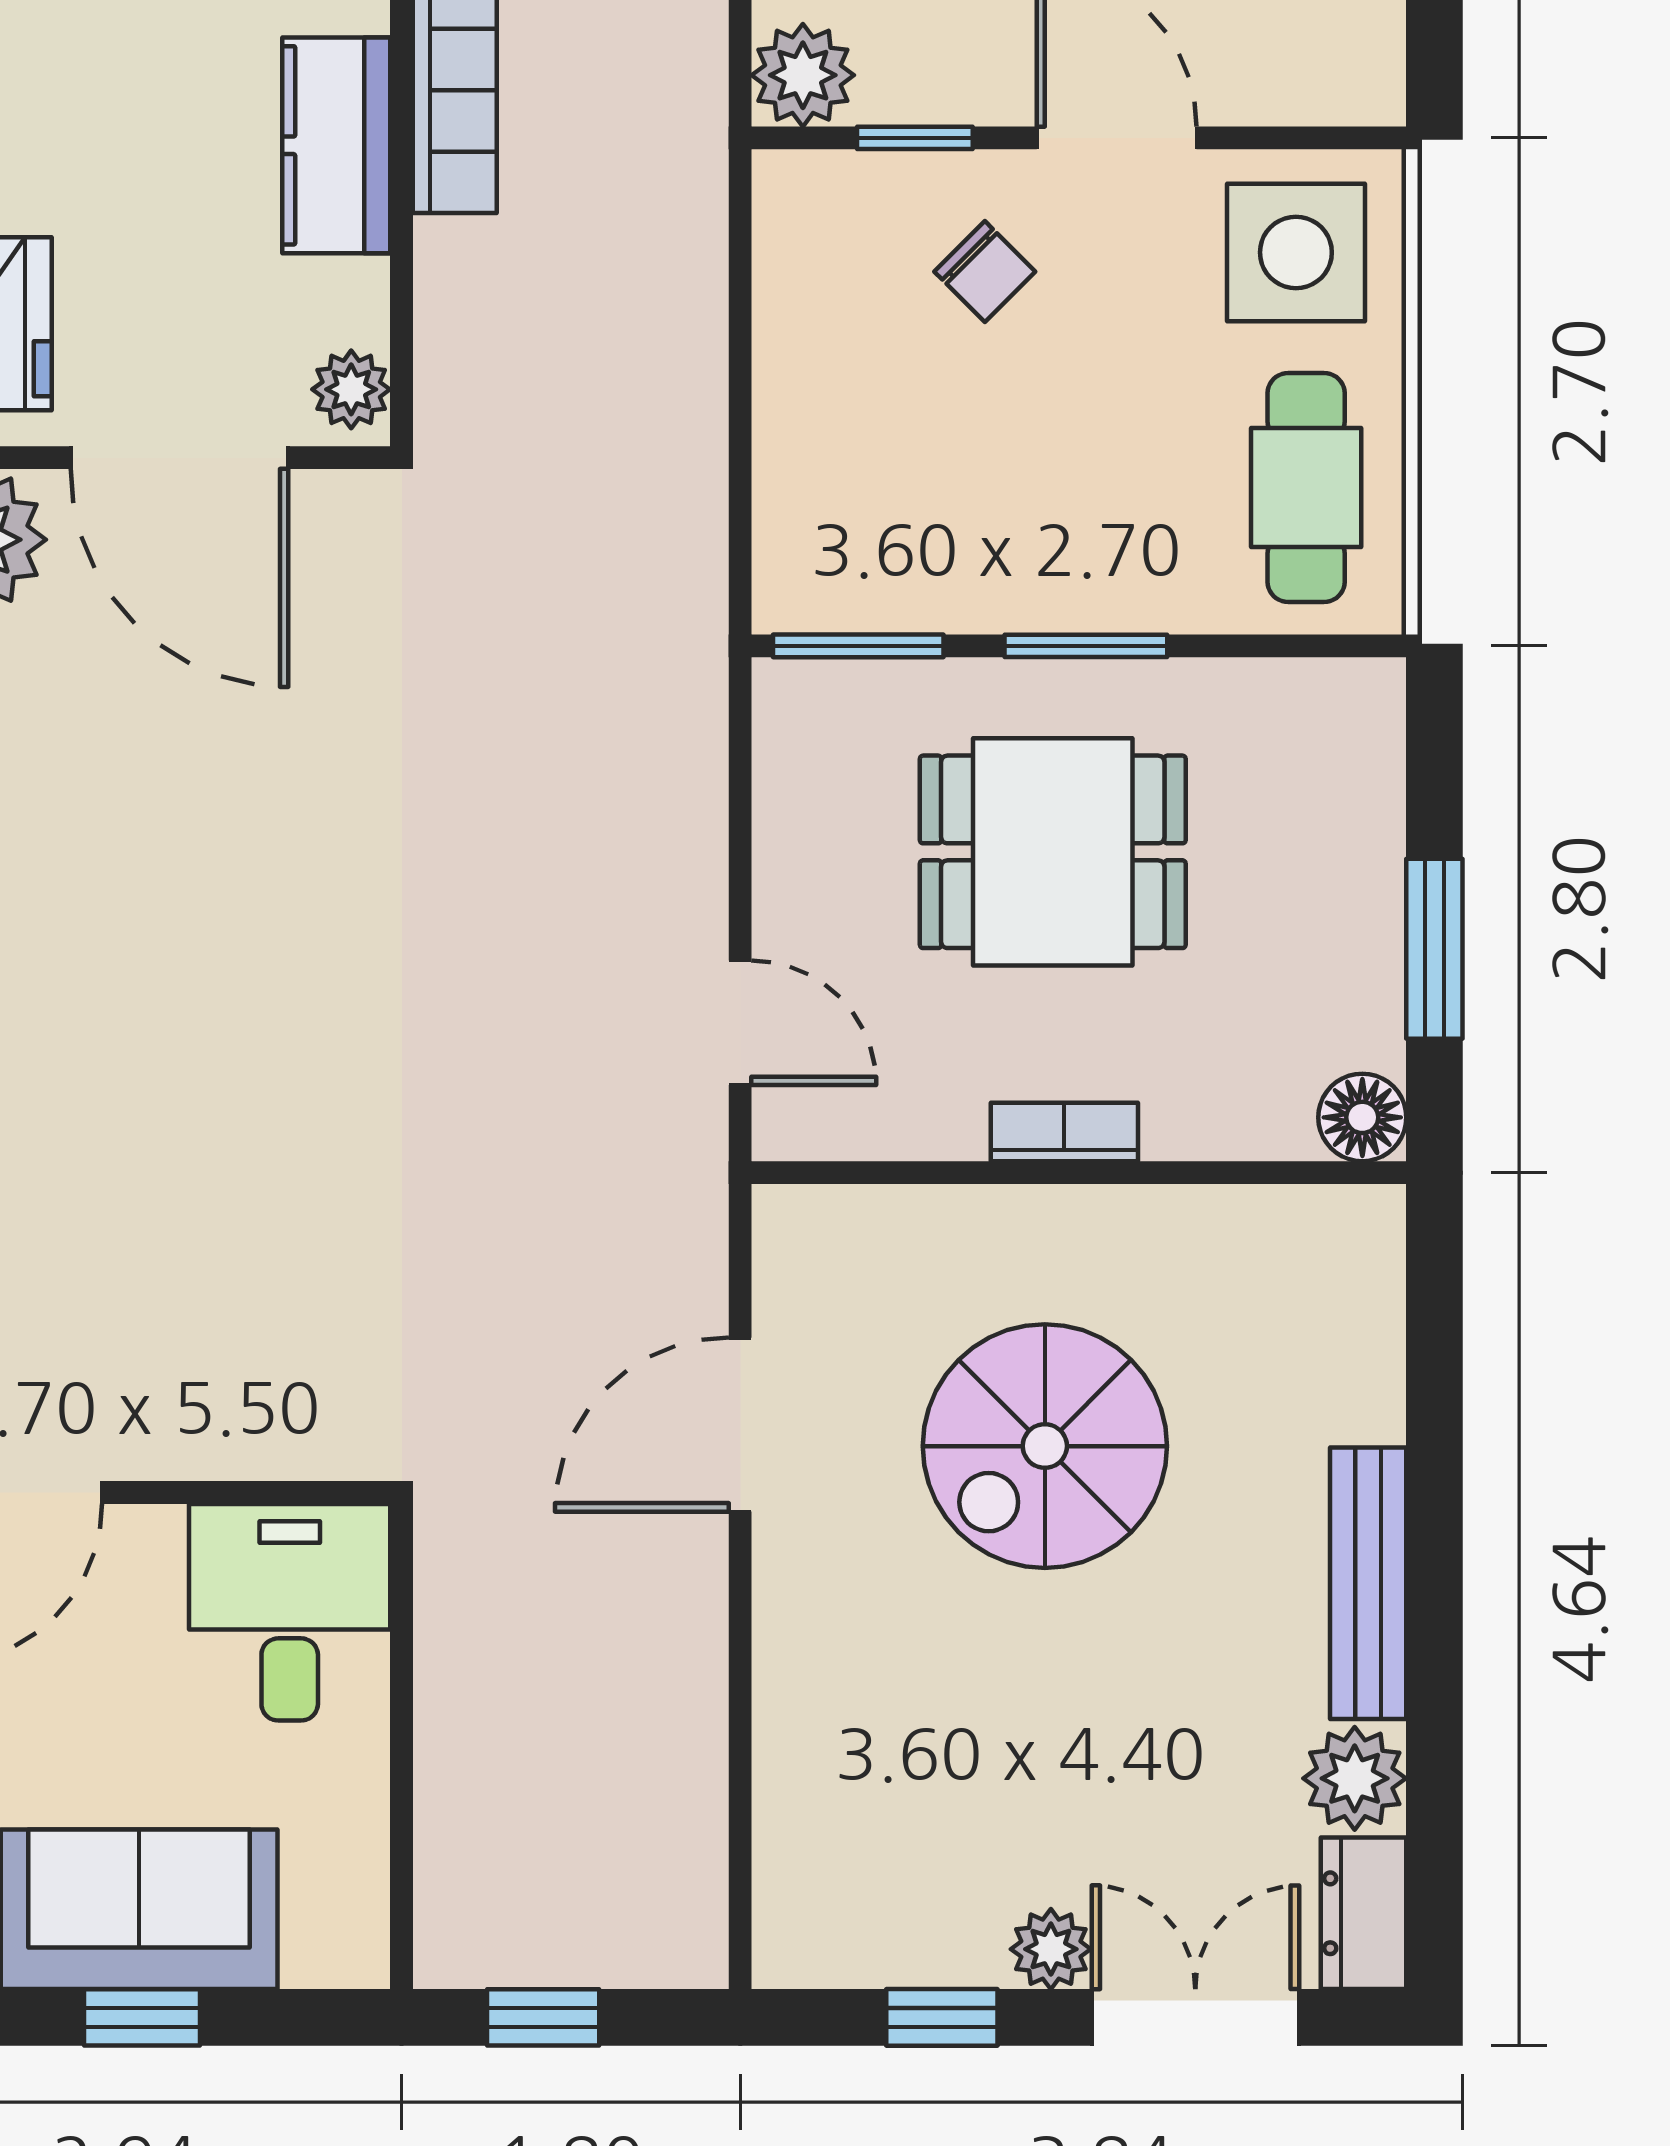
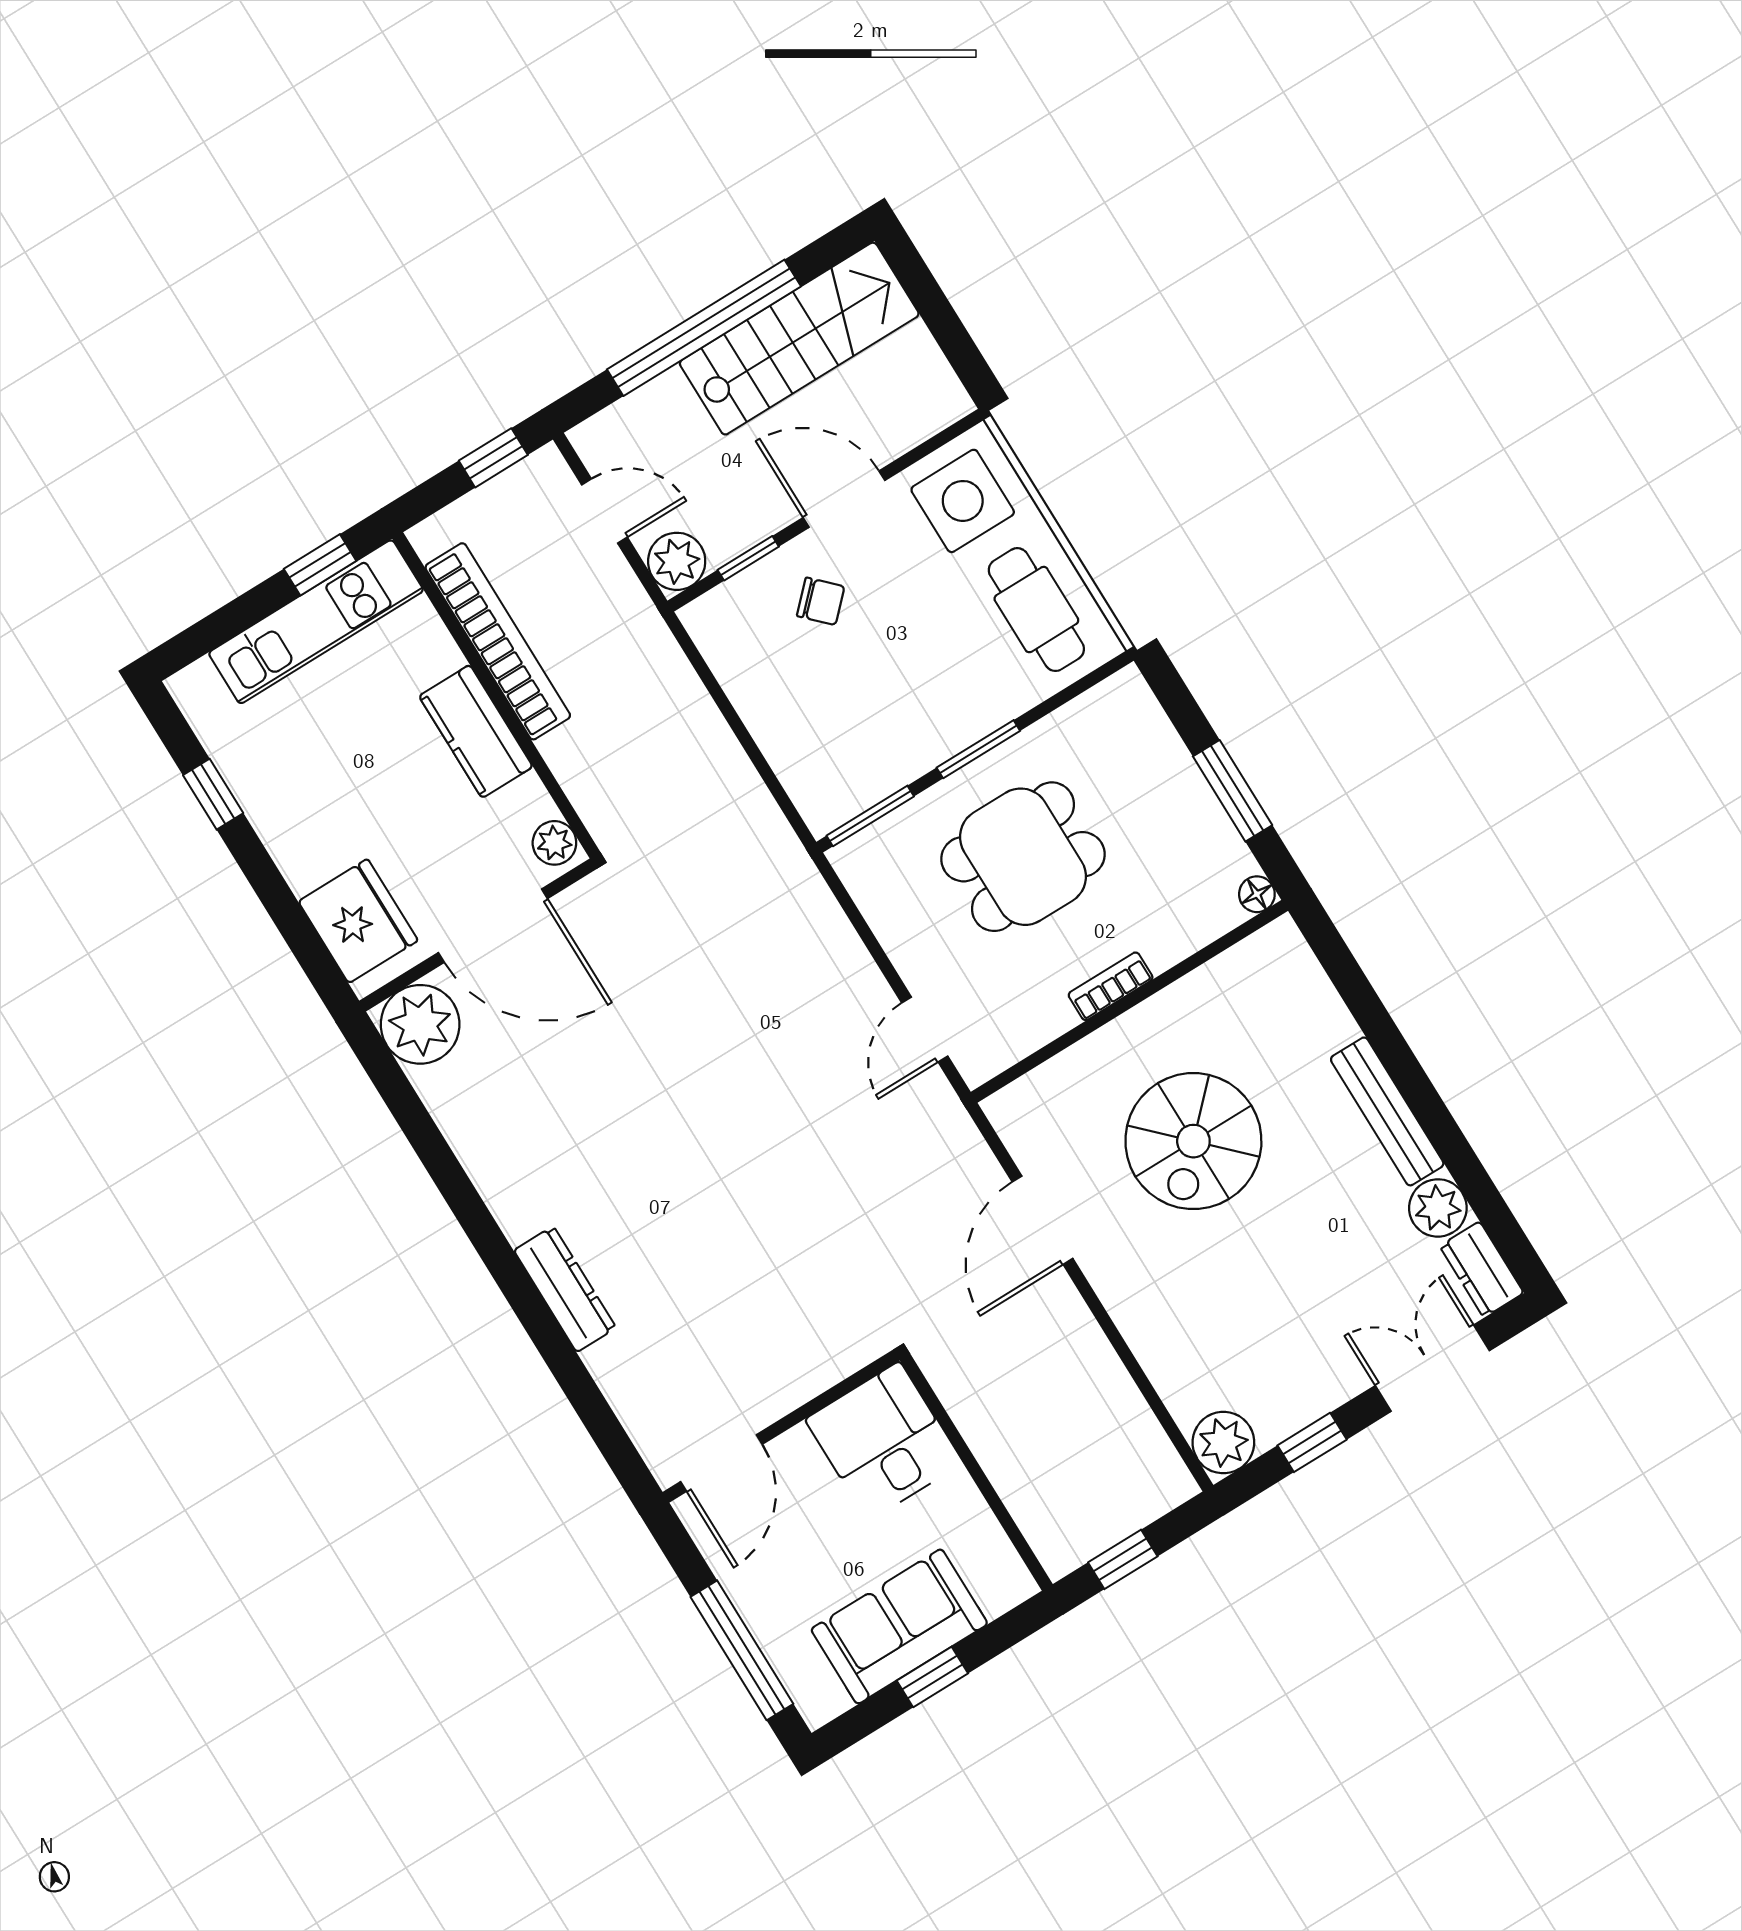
door: (740, 1023) -> (925, 1030), swing flipped
floor lamp: (1362, 1117) -> (1257, 894), width x0.73, depth x0.73
plant: (1051, 1949) -> (1223, 1443), moved, width x1.38, depth x1.38

